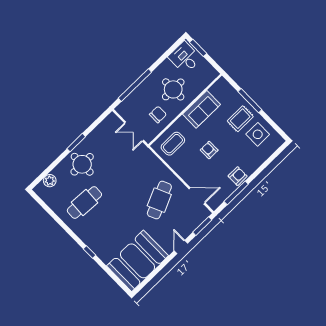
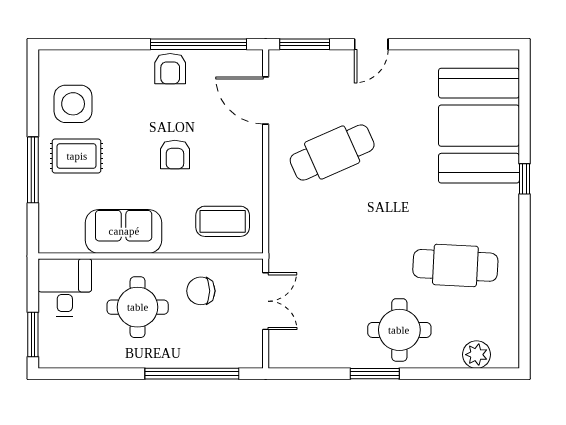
desk: (185, 58) -> (65, 287), moved, turned 180
armchair: (238, 176) -> (170, 69), turned -90
window: (236, 193) -> (198, 44), width x1.46
booth: (138, 261) -> (479, 126), moved, turned 90

